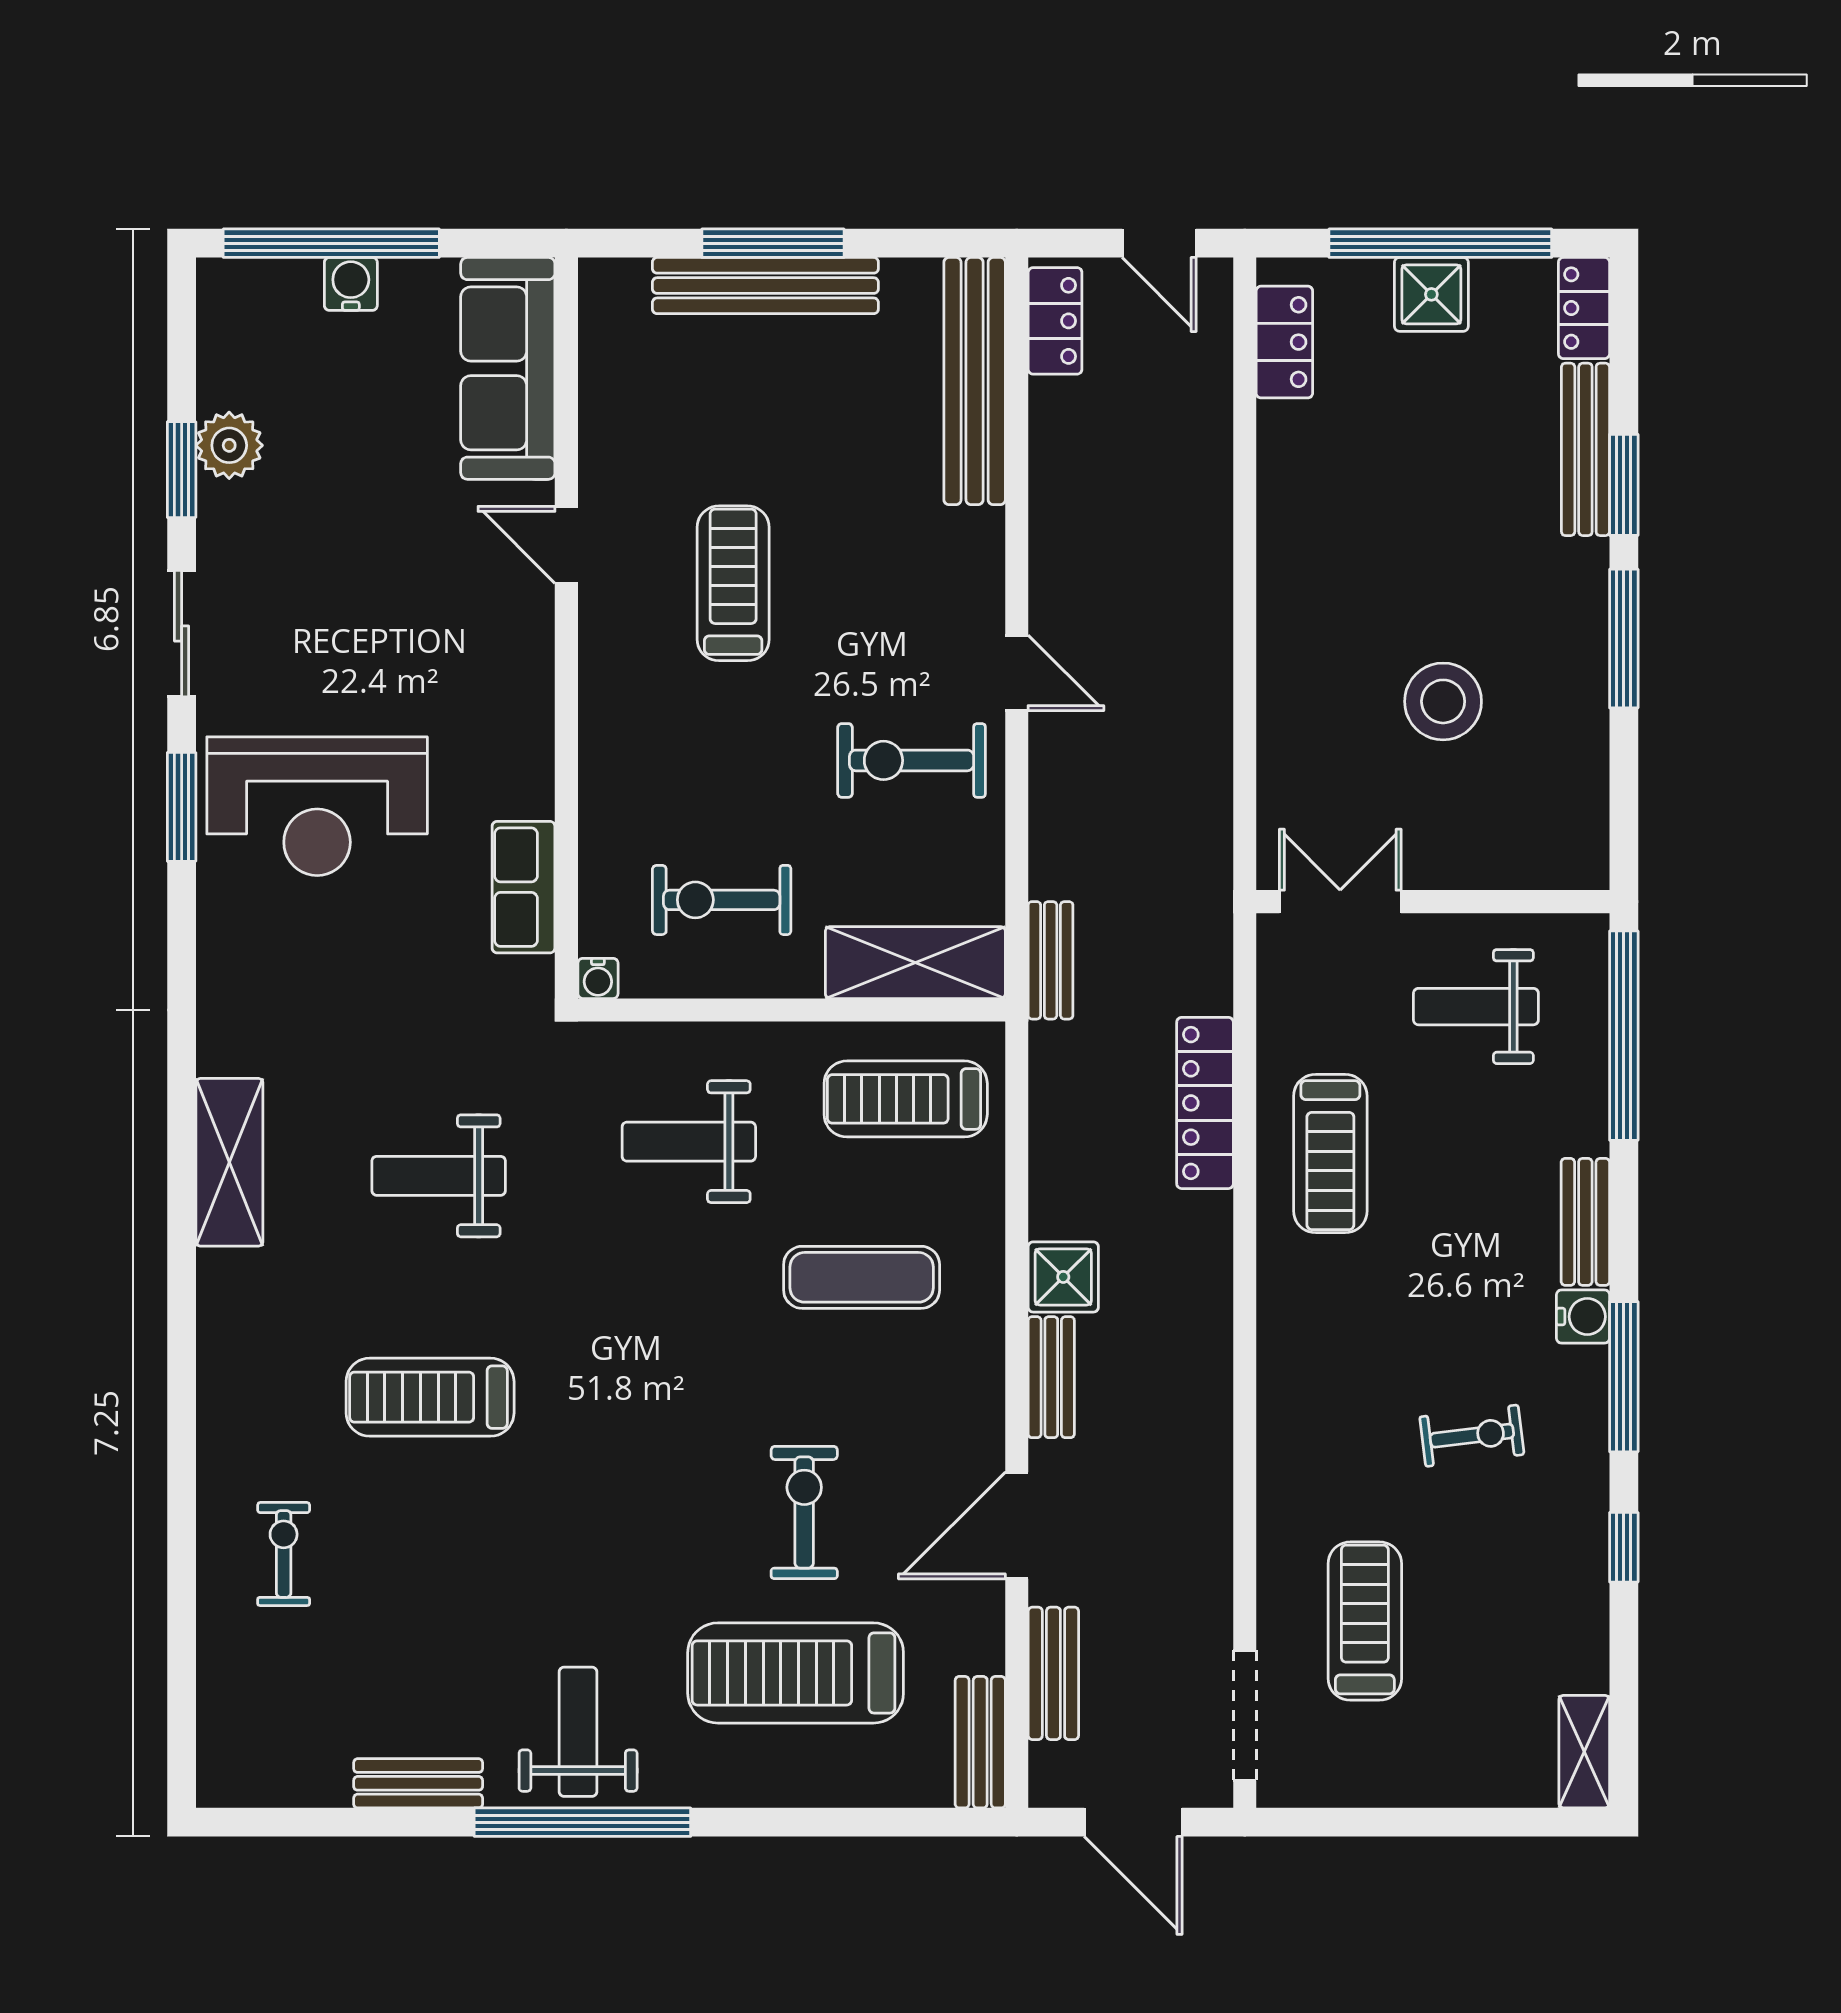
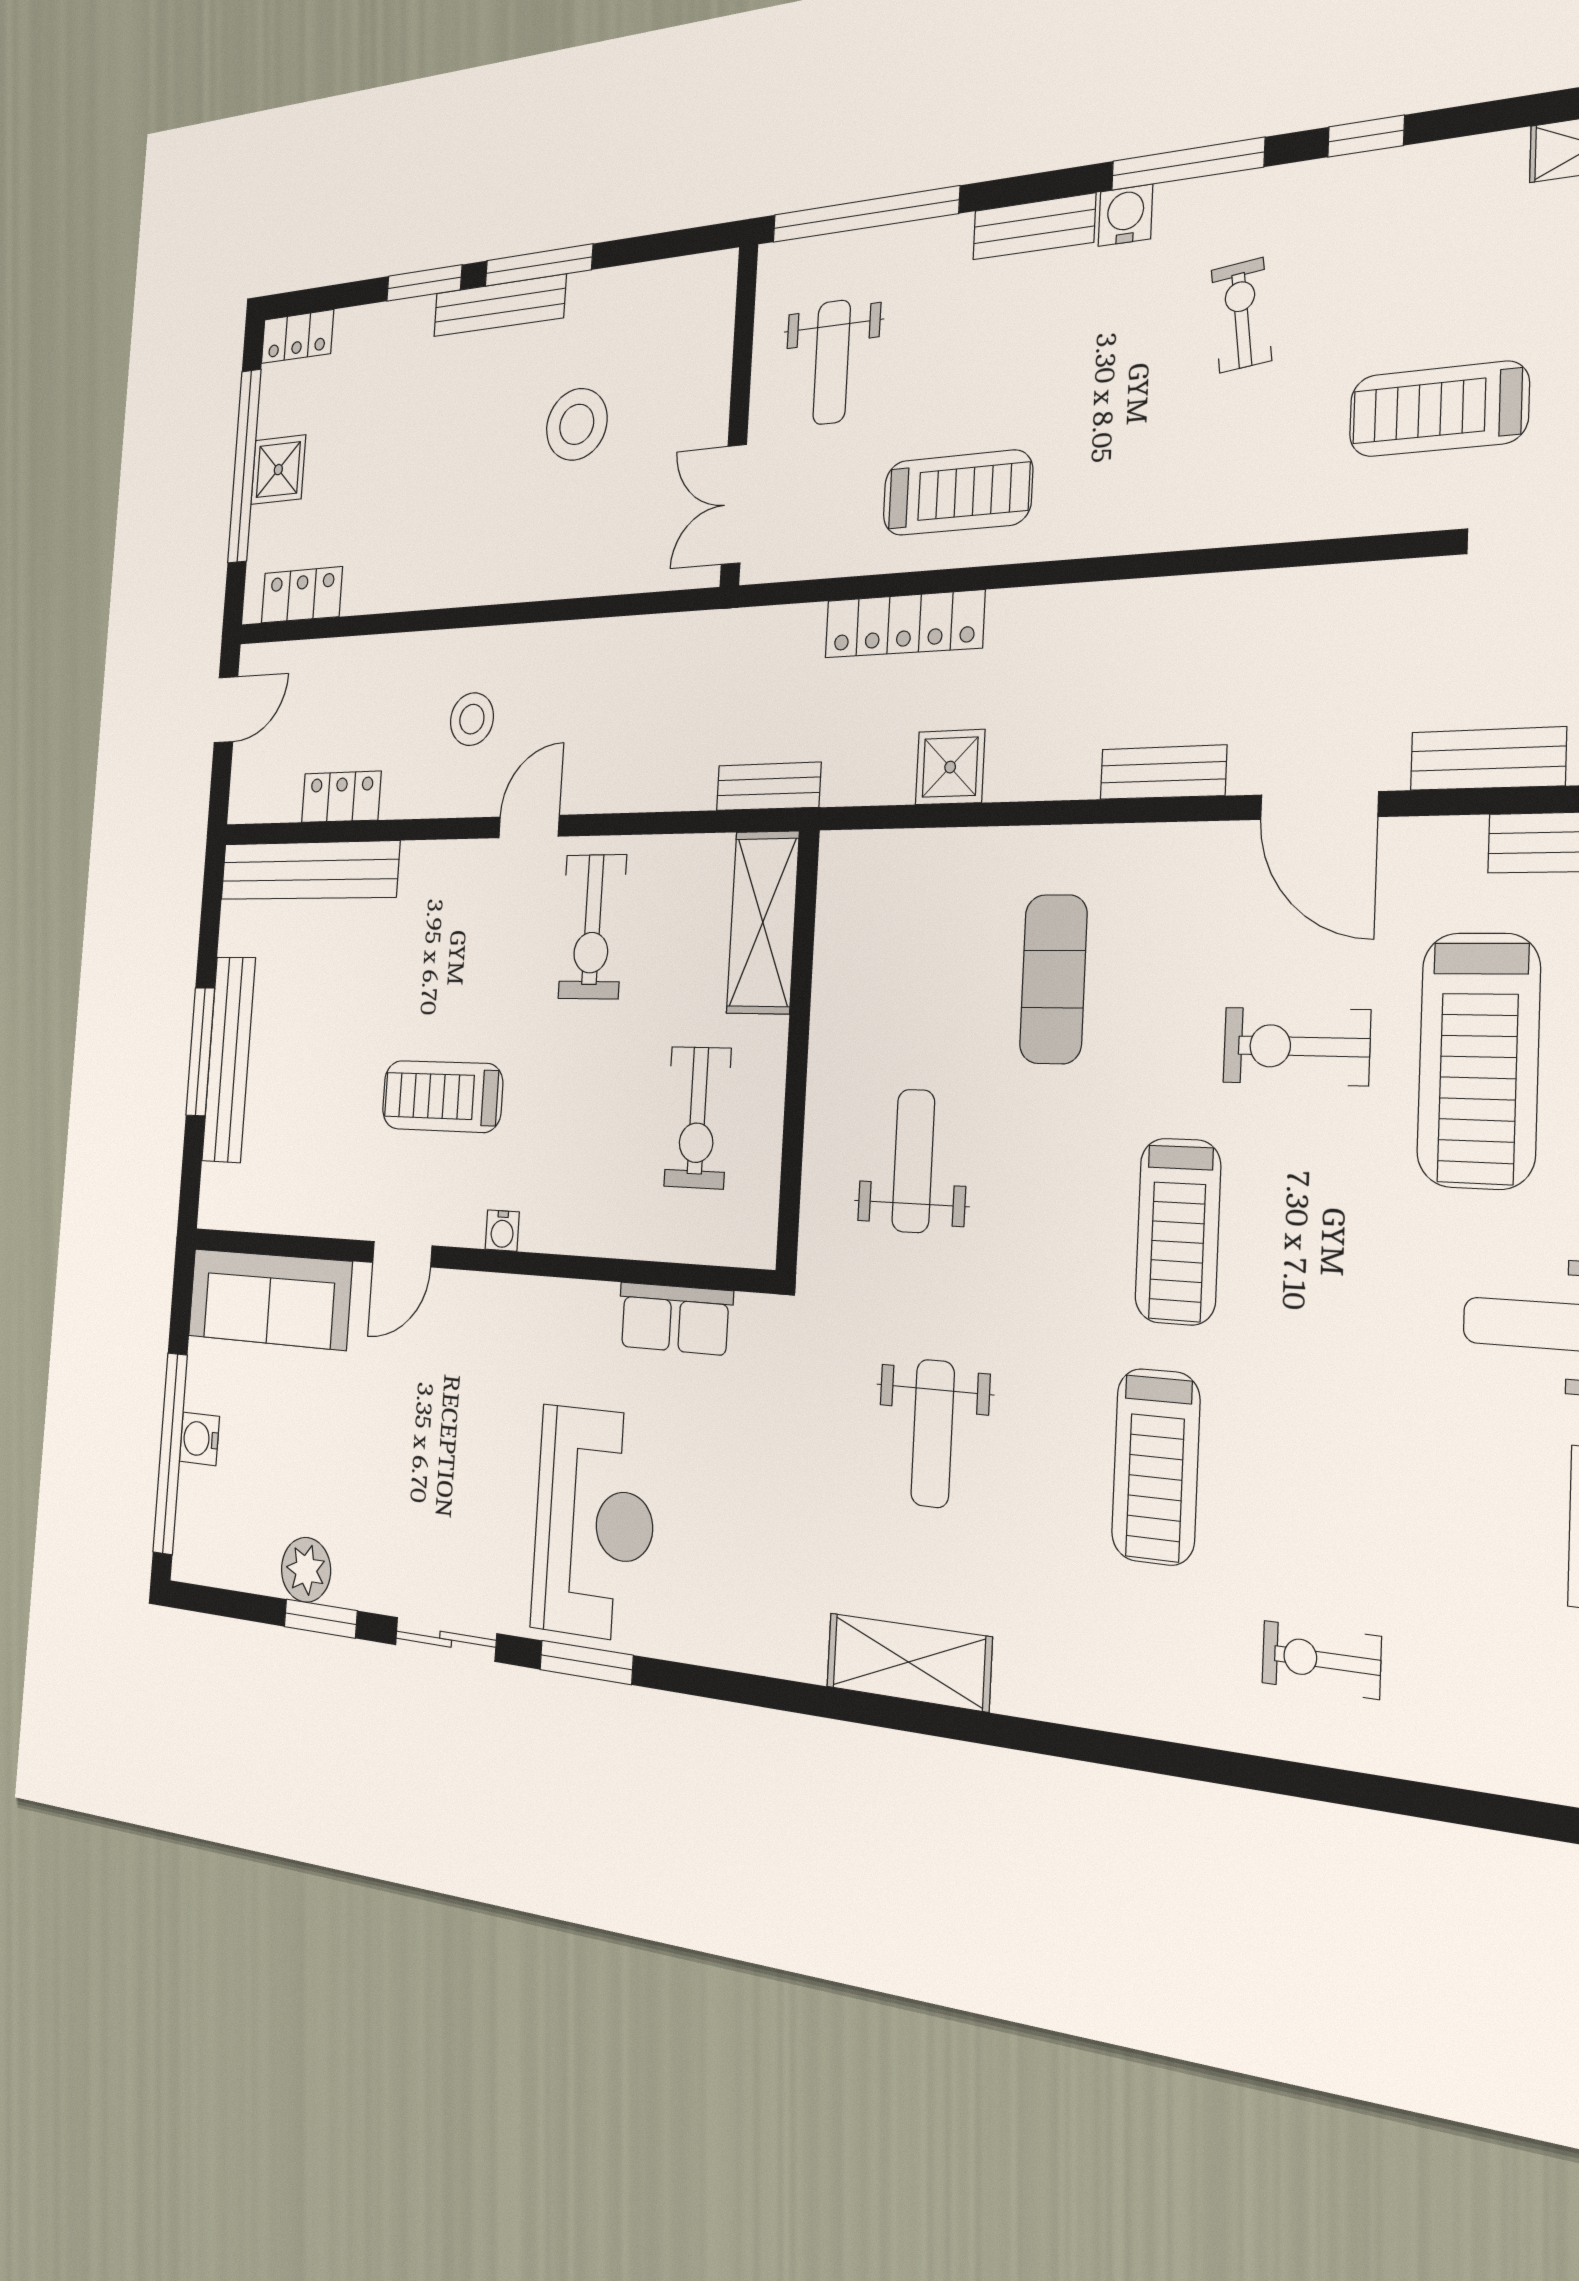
locker: (1055, 321) -> (341, 797), moved
bench: (1585, 449) -> (499, 305), moved
stool: (1134, 590) -> (472, 719), added
water cooler: (598, 978) -> (502, 1231), moved, turned 90
treadmill: (906, 1099) -> (1178, 1231), moved
weight bench: (689, 1142) -> (913, 1161), turned 180
shower: (1063, 1277) -> (950, 767), moved

